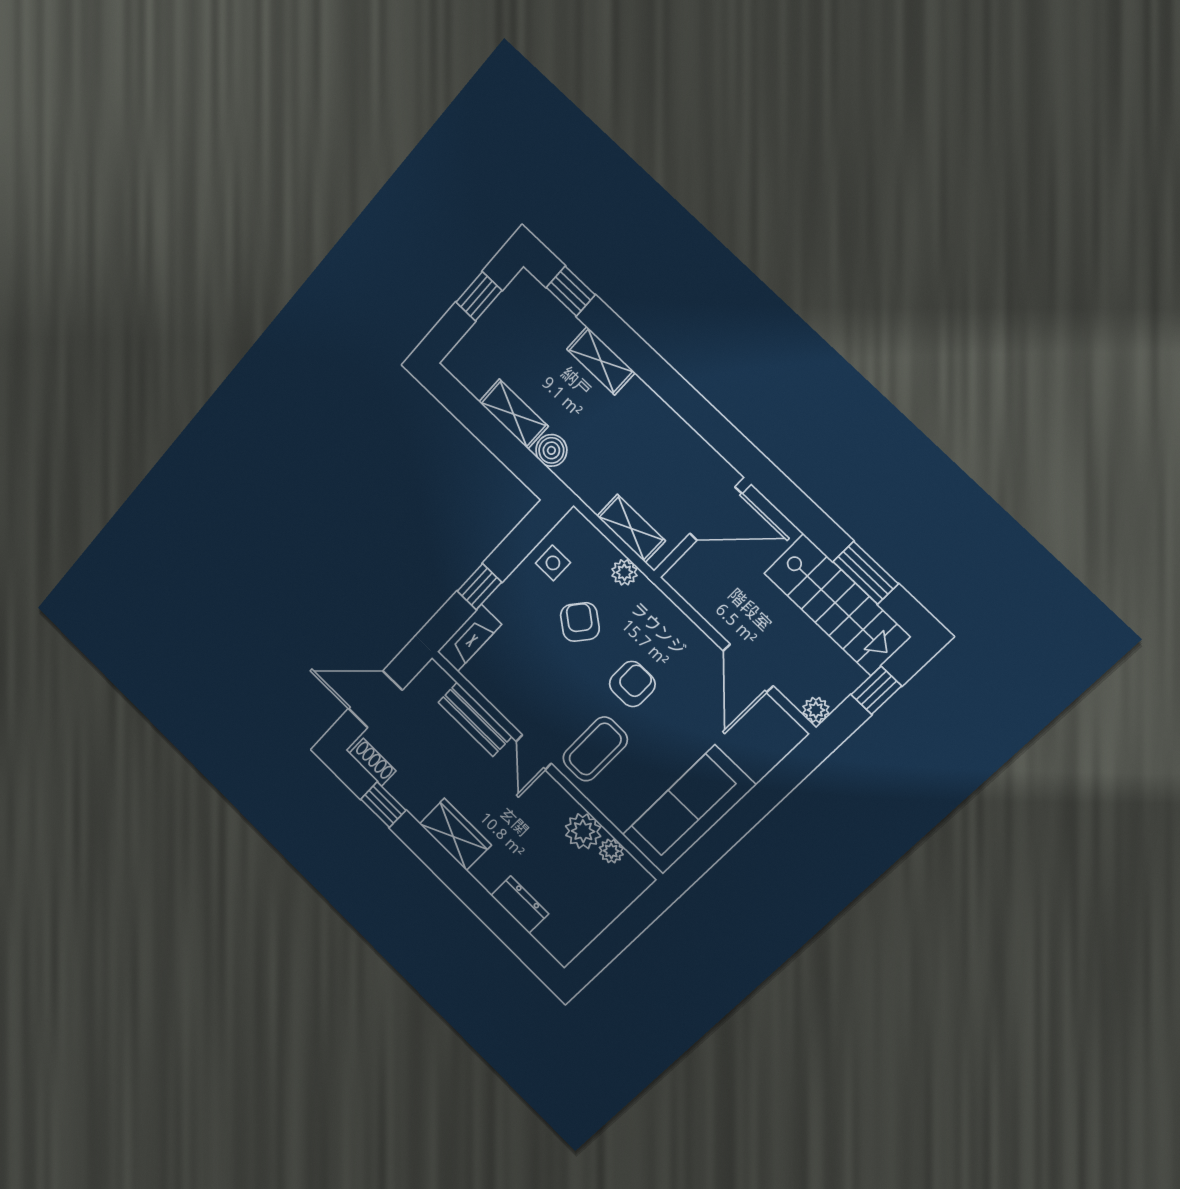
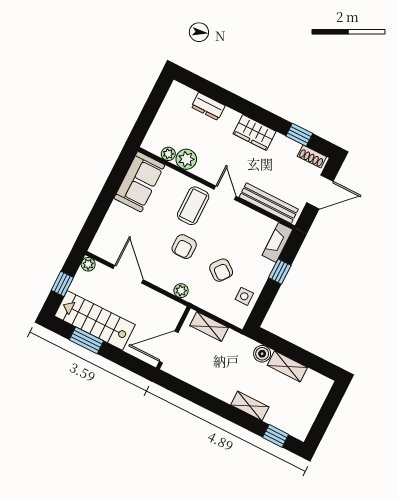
window: (479, 296) -> (323, 421), removed
plant: (624, 572) -> (181, 291), moved
bench: (475, 719) -> (269, 203), width x1.36
sofa: (689, 810) -> (139, 182), width x0.73

